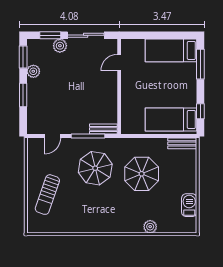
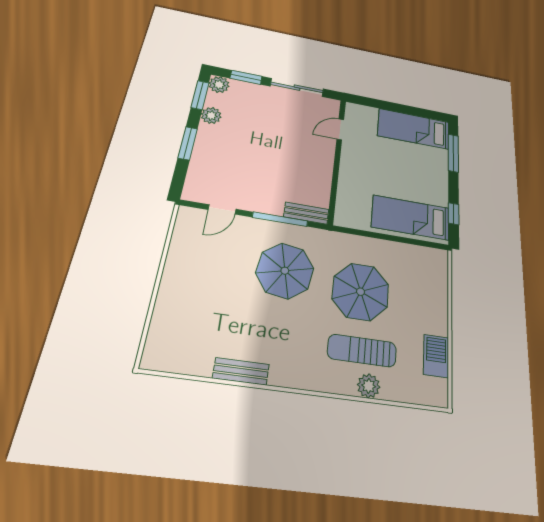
plant: (60, 46) -> (219, 85), moved
bench: (182, 143) -> (241, 371), moved
sun lounger: (47, 195) -> (362, 351), moved, turned 71

